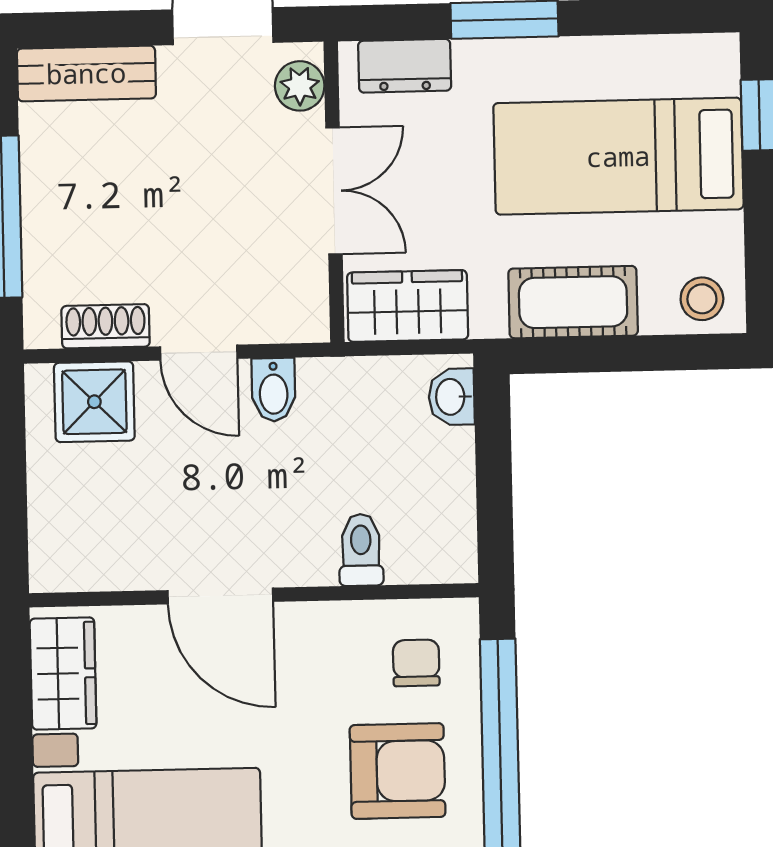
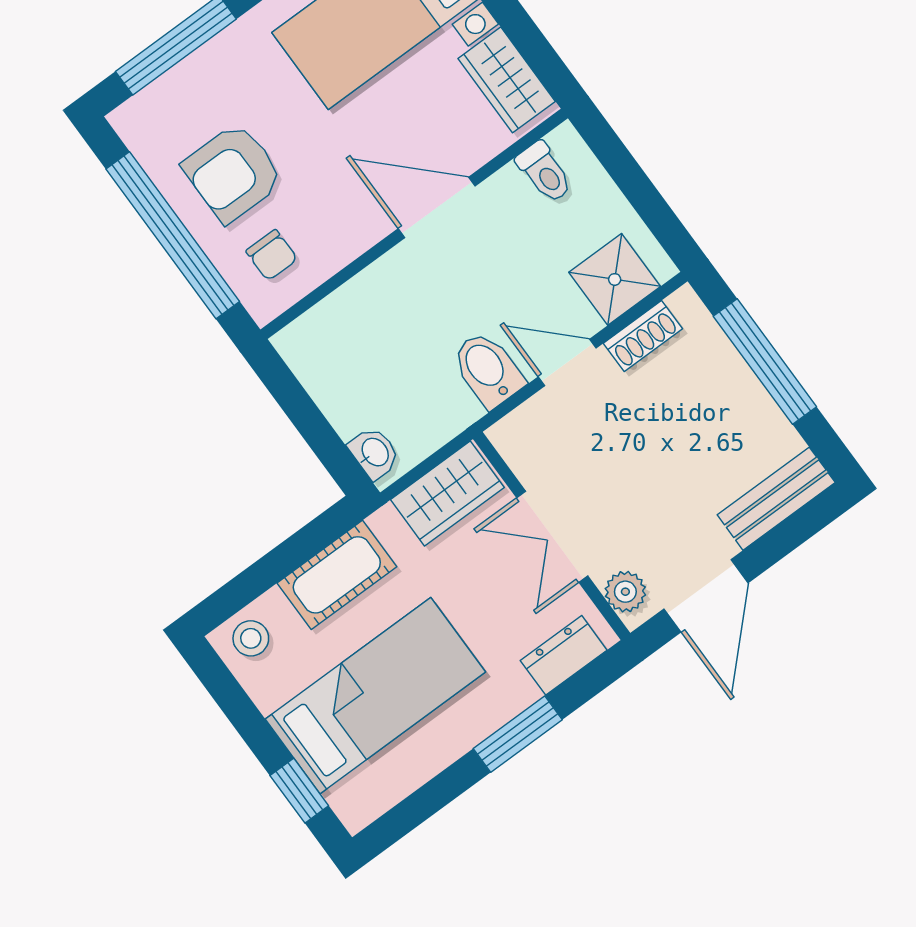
bidet: (274, 390) -> (488, 369), width x1.38, depth x1.36
toilet: (361, 550) -> (545, 172), moved

